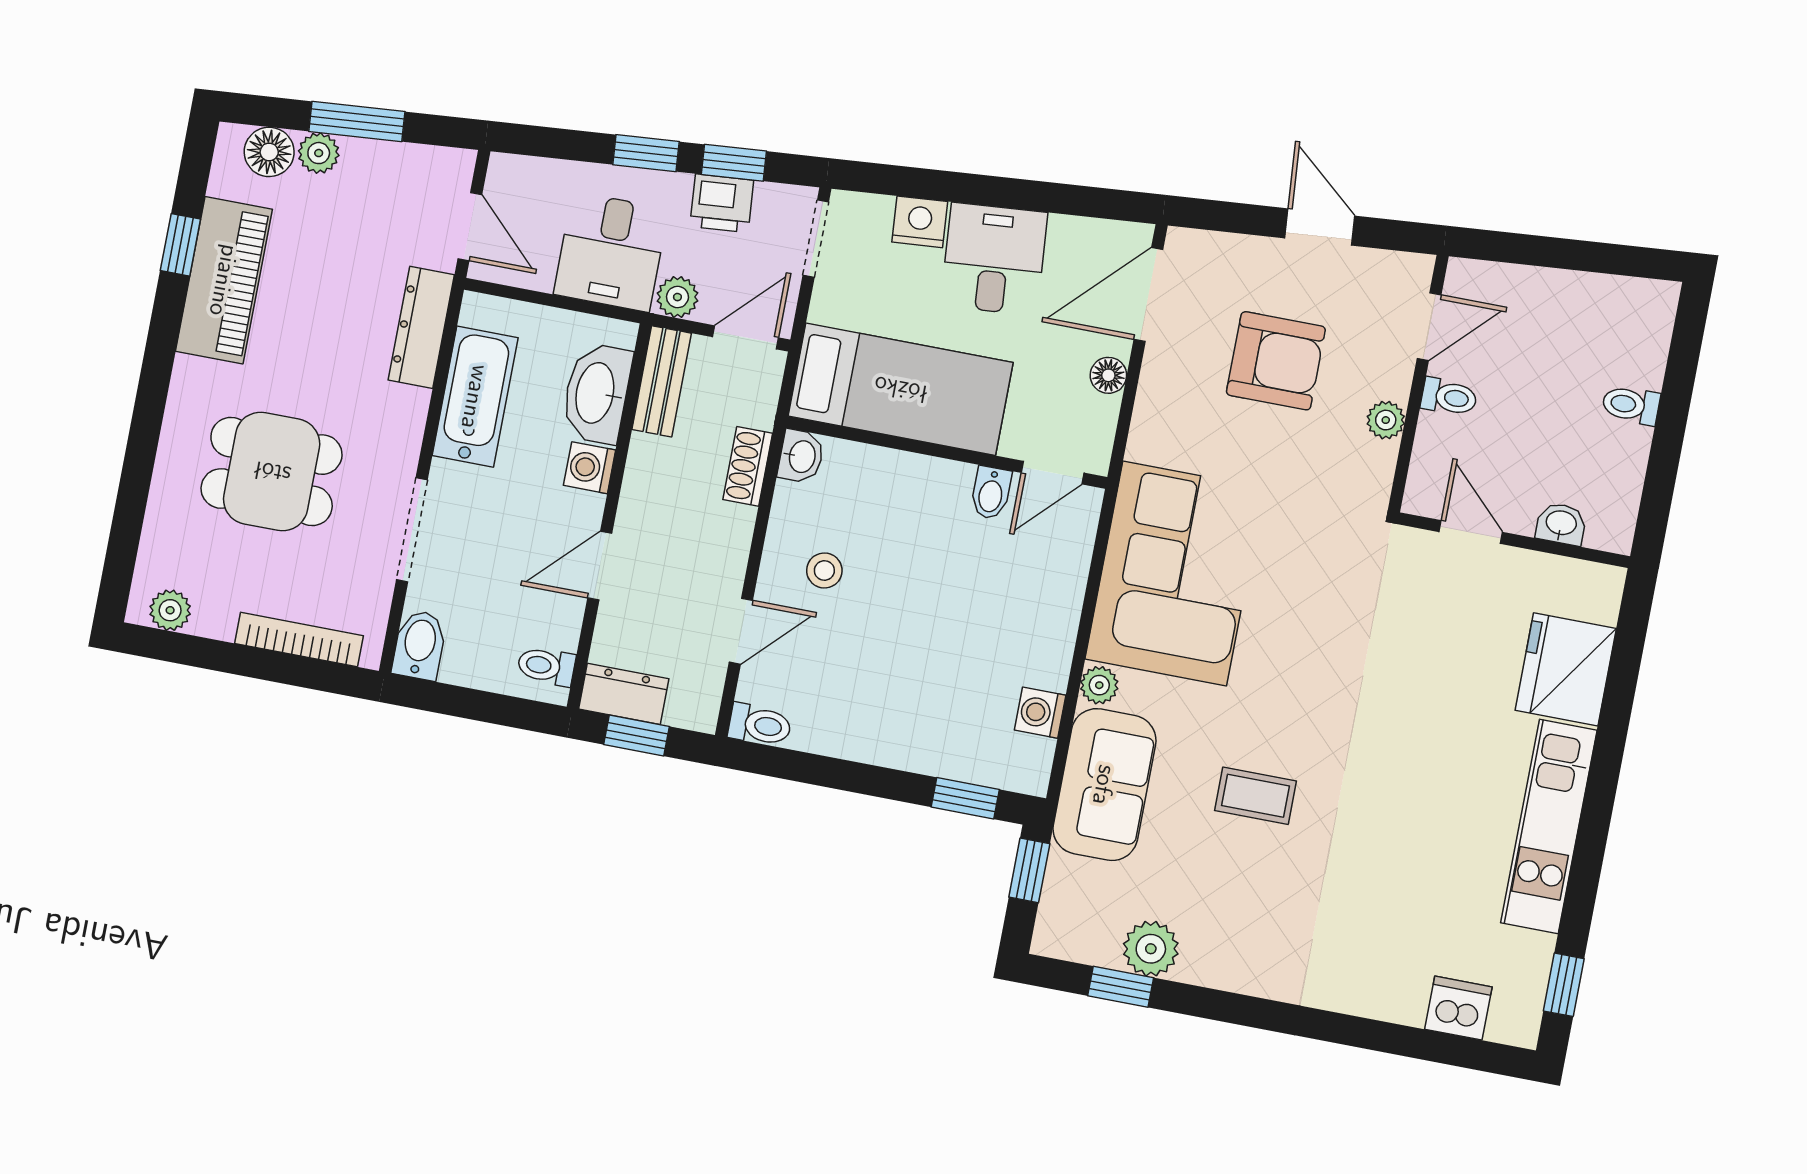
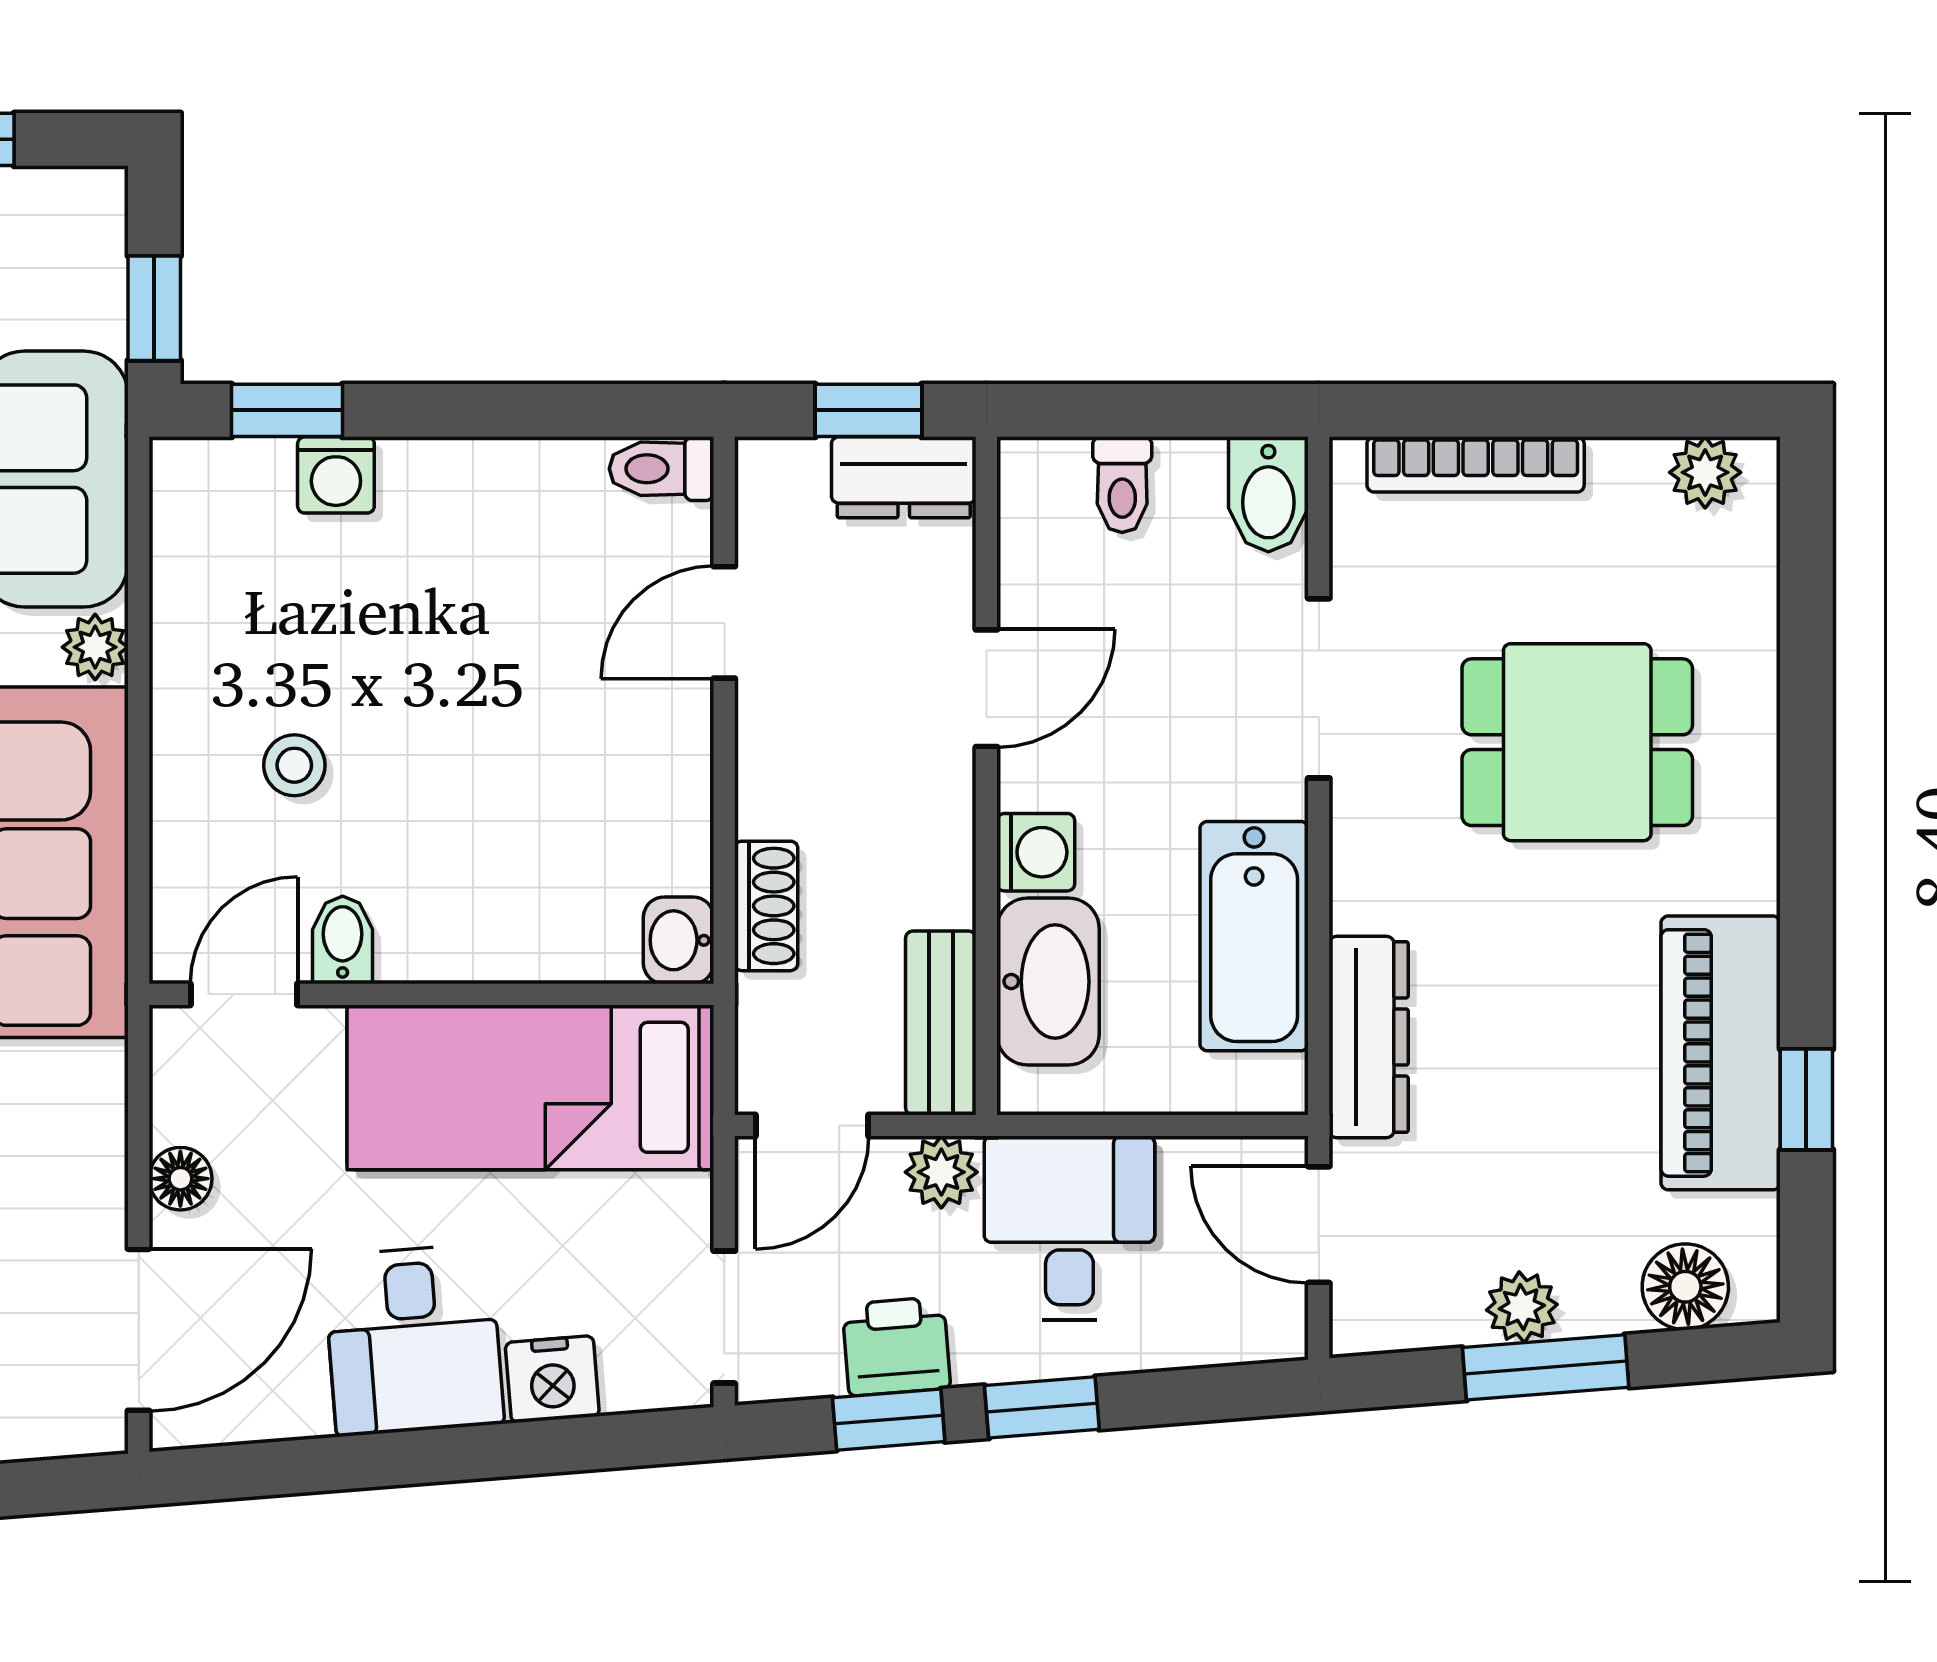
plant: (319, 153) -> (1522, 1307), moved
stool: (824, 571) -> (294, 765), moved
toilet: (546, 666) -> (1122, 485), moved, turned 90
washing machine: (1040, 713) -> (336, 475), moved, turned 90

